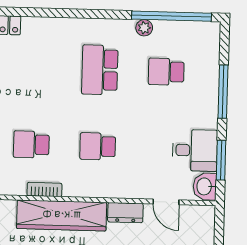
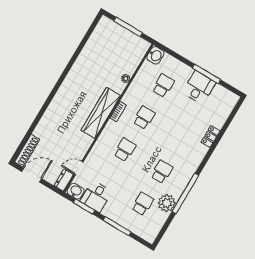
window: (171, 16) -> (185, 193), moved
plant: (144, 28) -> (167, 203), width x1.87, depth x1.87
school desk: (100, 70) -> (162, 172), width x0.54
dresser: (125, 213) -> (64, 180), moved

